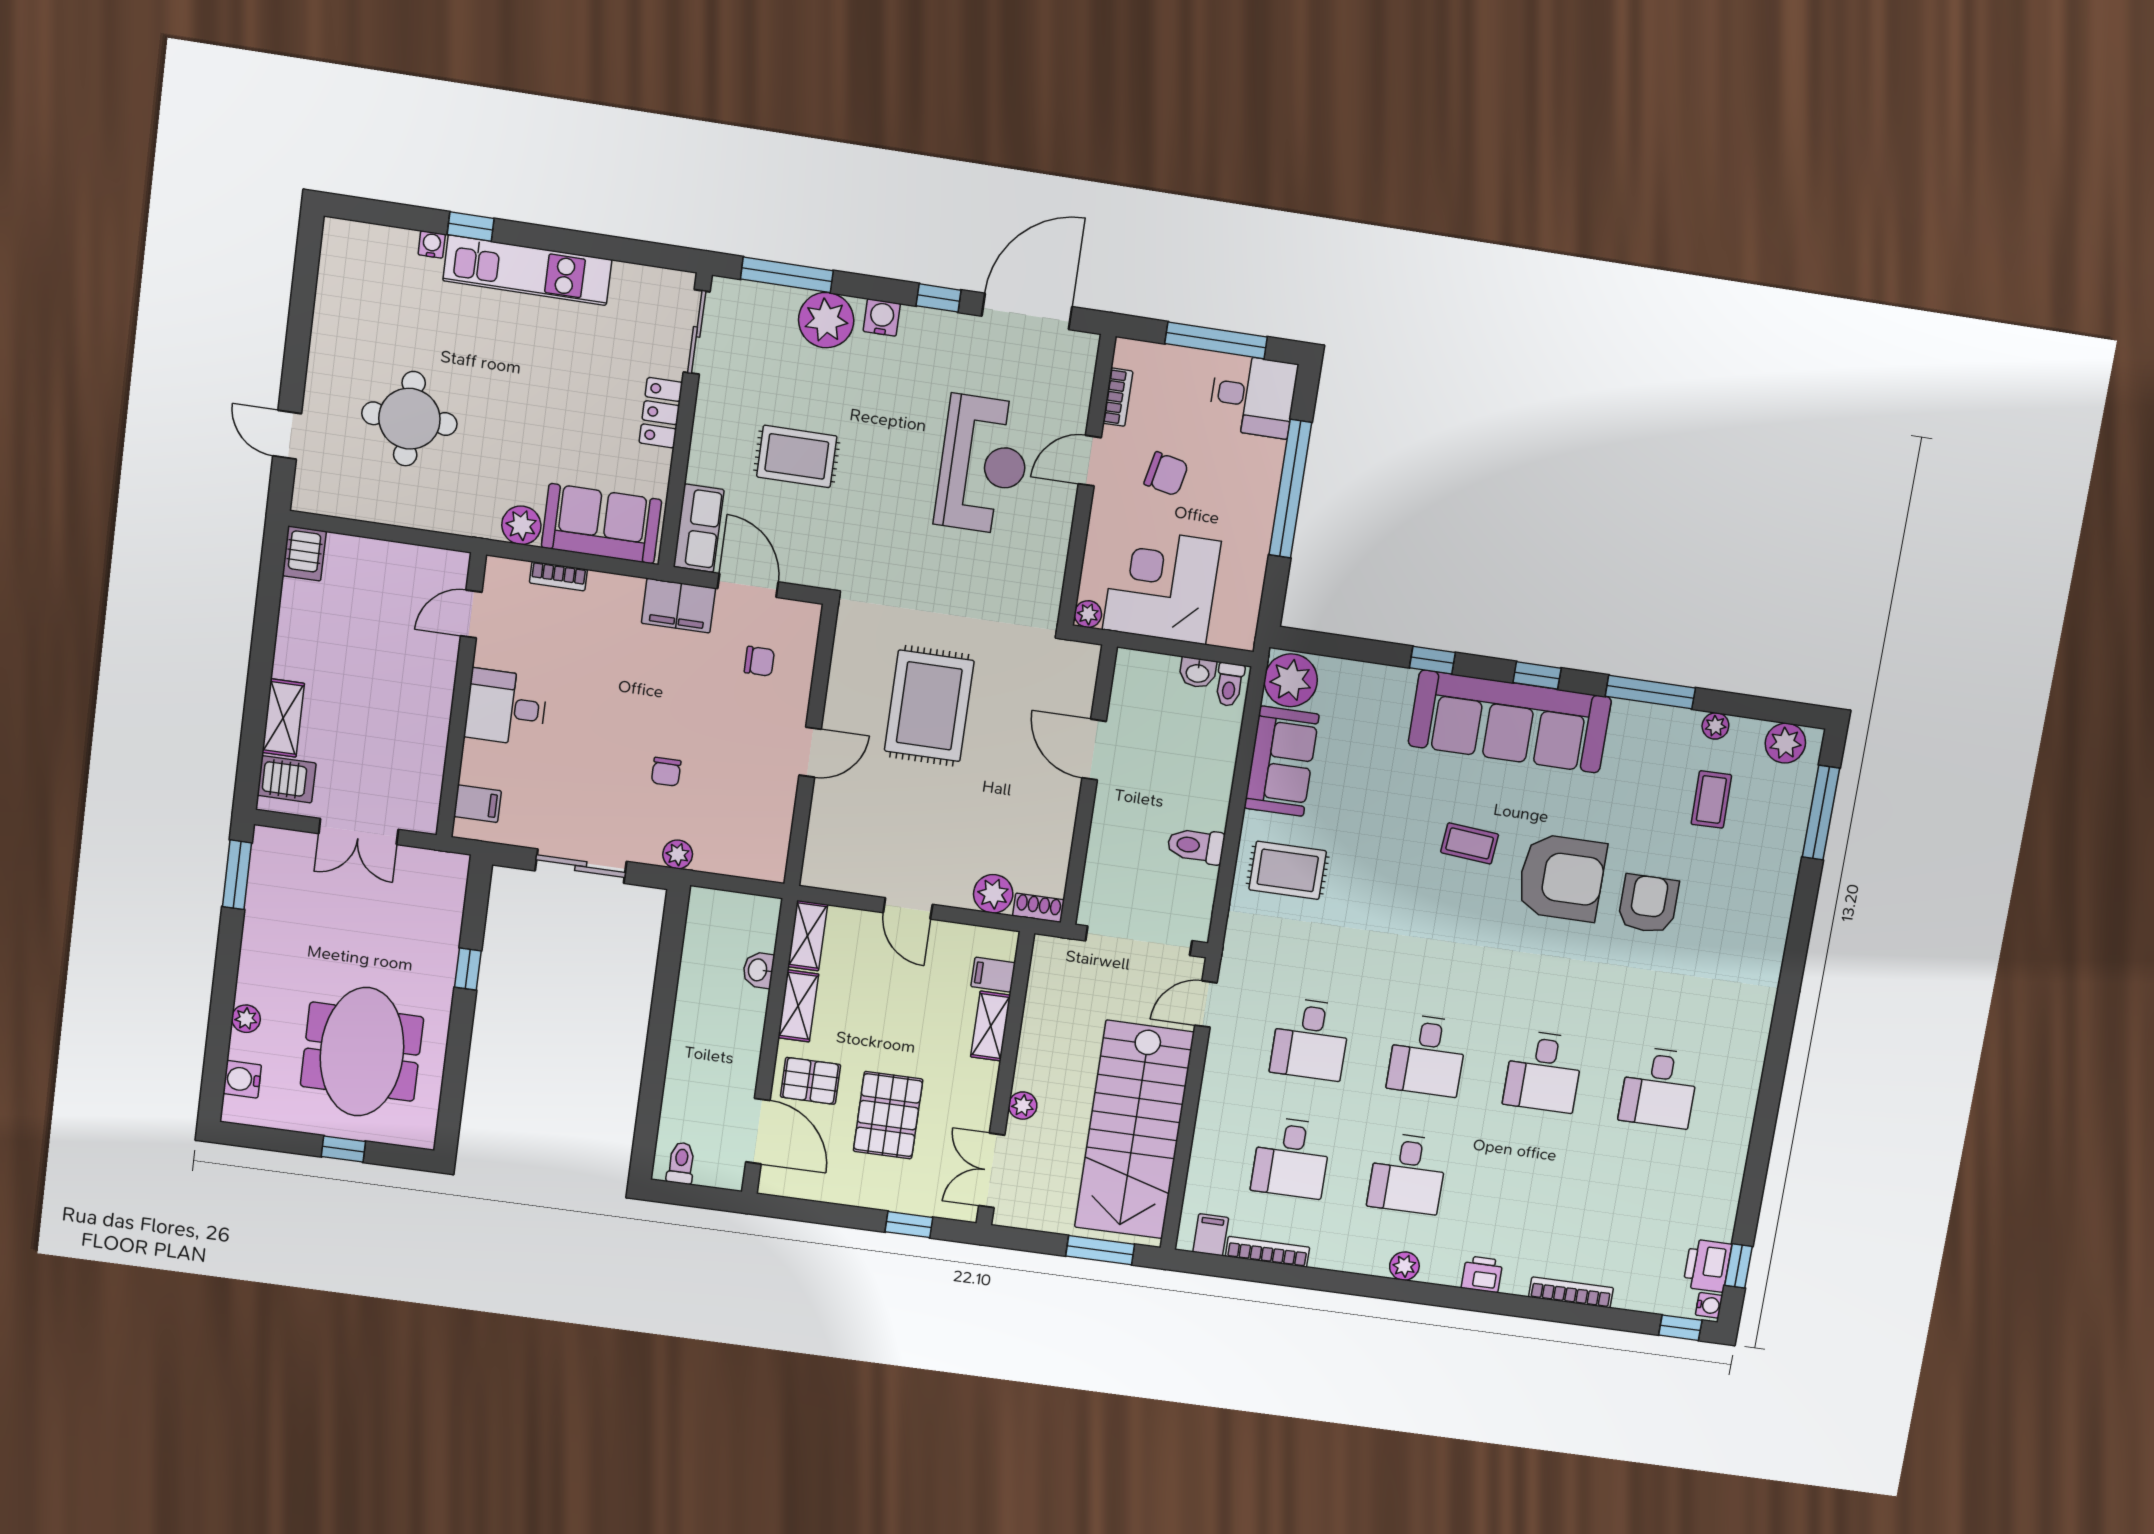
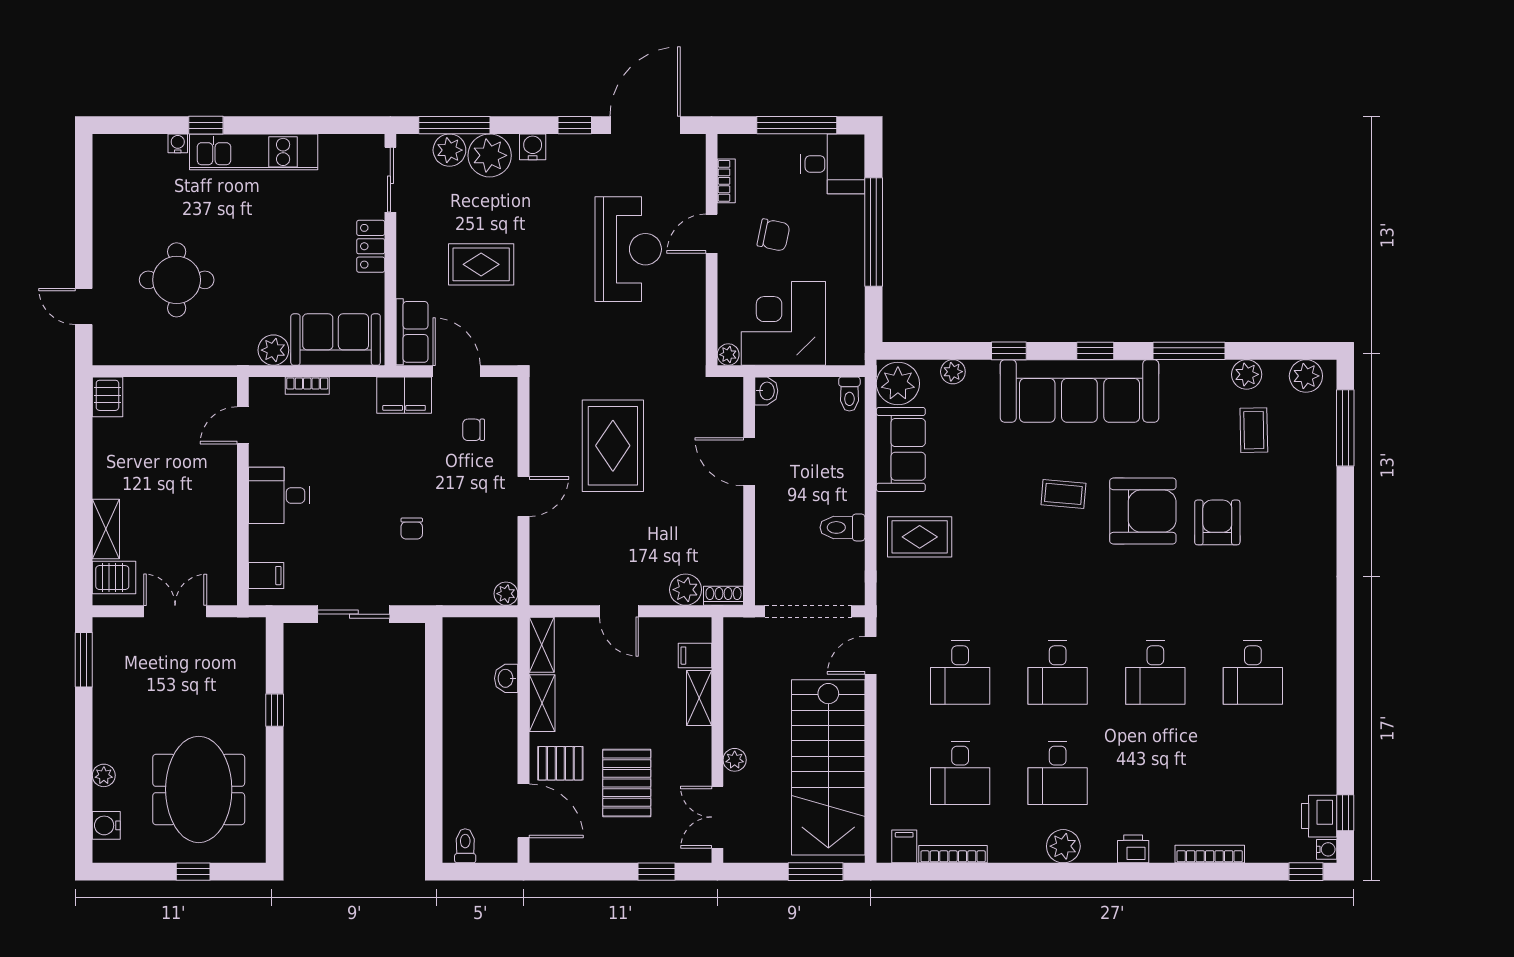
plant: (776, 306) -> (449, 150), added
chair: (759, 661) -> (474, 430), turned 180
washbasin: (1198, 673) -> (766, 391), moved, turned -90
plant: (1360, 676) -> (953, 372), added
plant: (1715, 726) -> (1247, 374), width x1.38, depth x1.38
double door: (358, 831) -> (175, 611), swing flipped
plant: (678, 854) -> (506, 594), moved
plant: (1404, 1266) -> (1063, 846), width x1.38, depth x1.38

